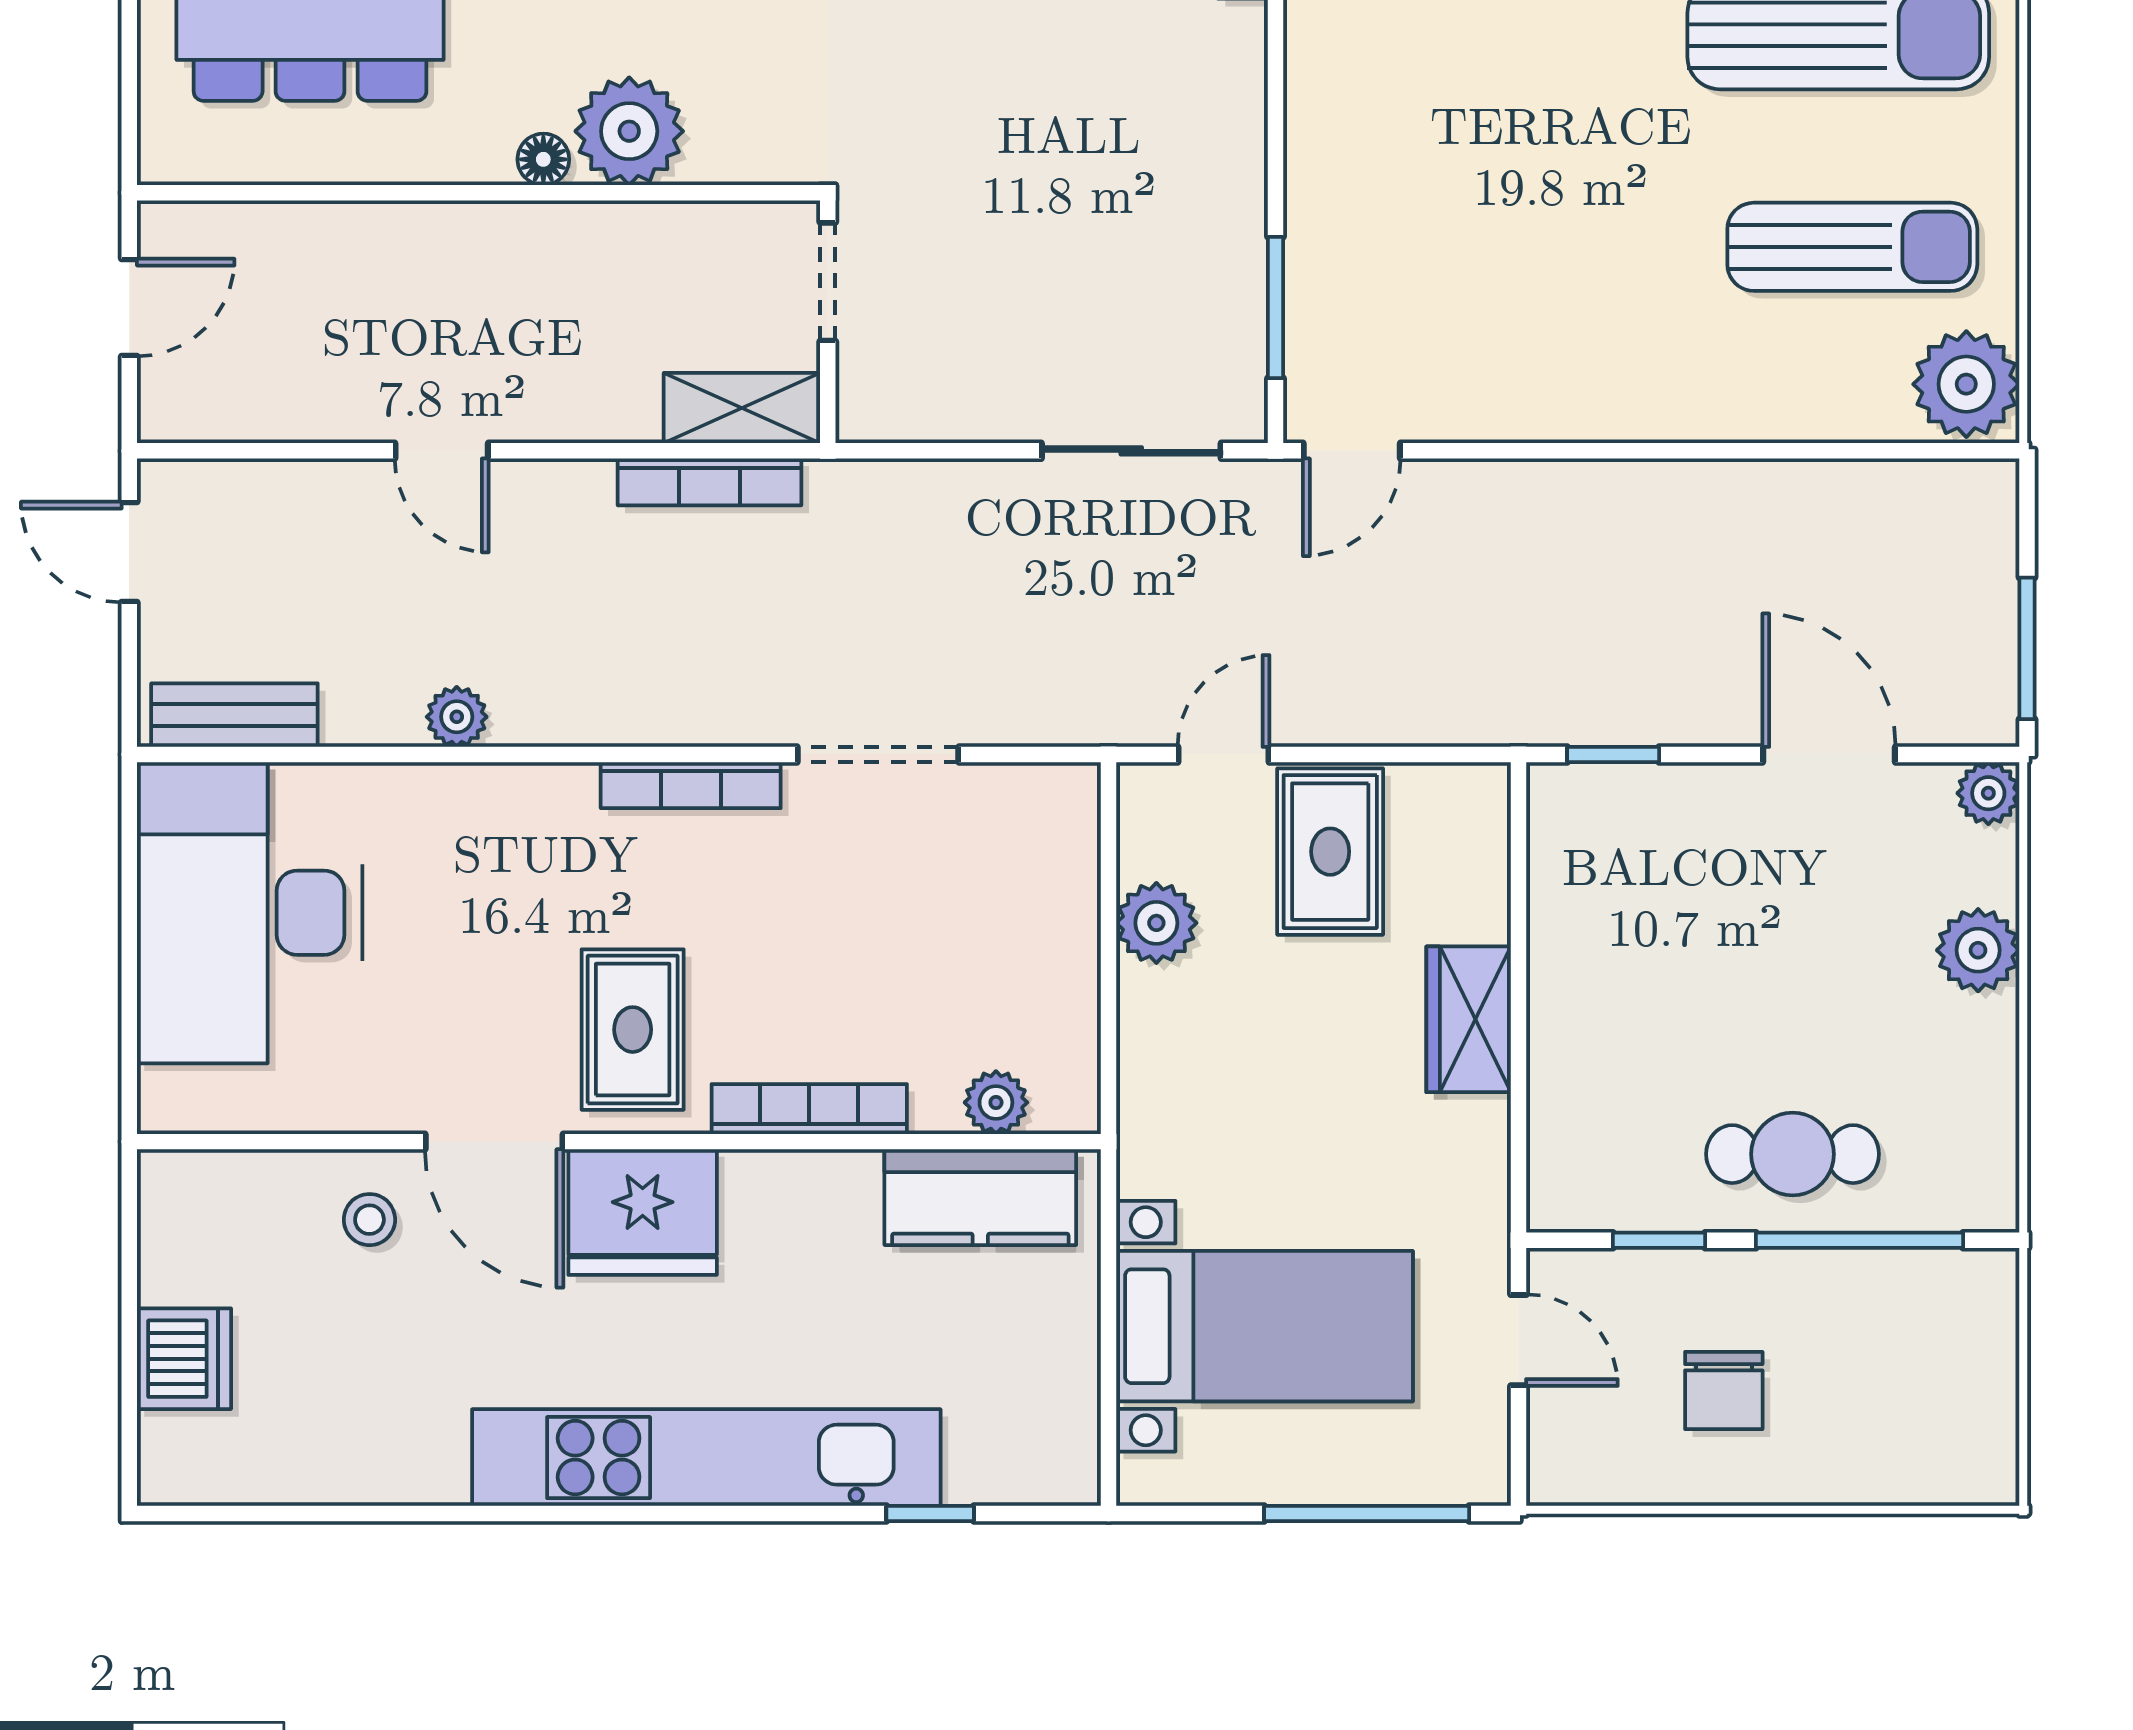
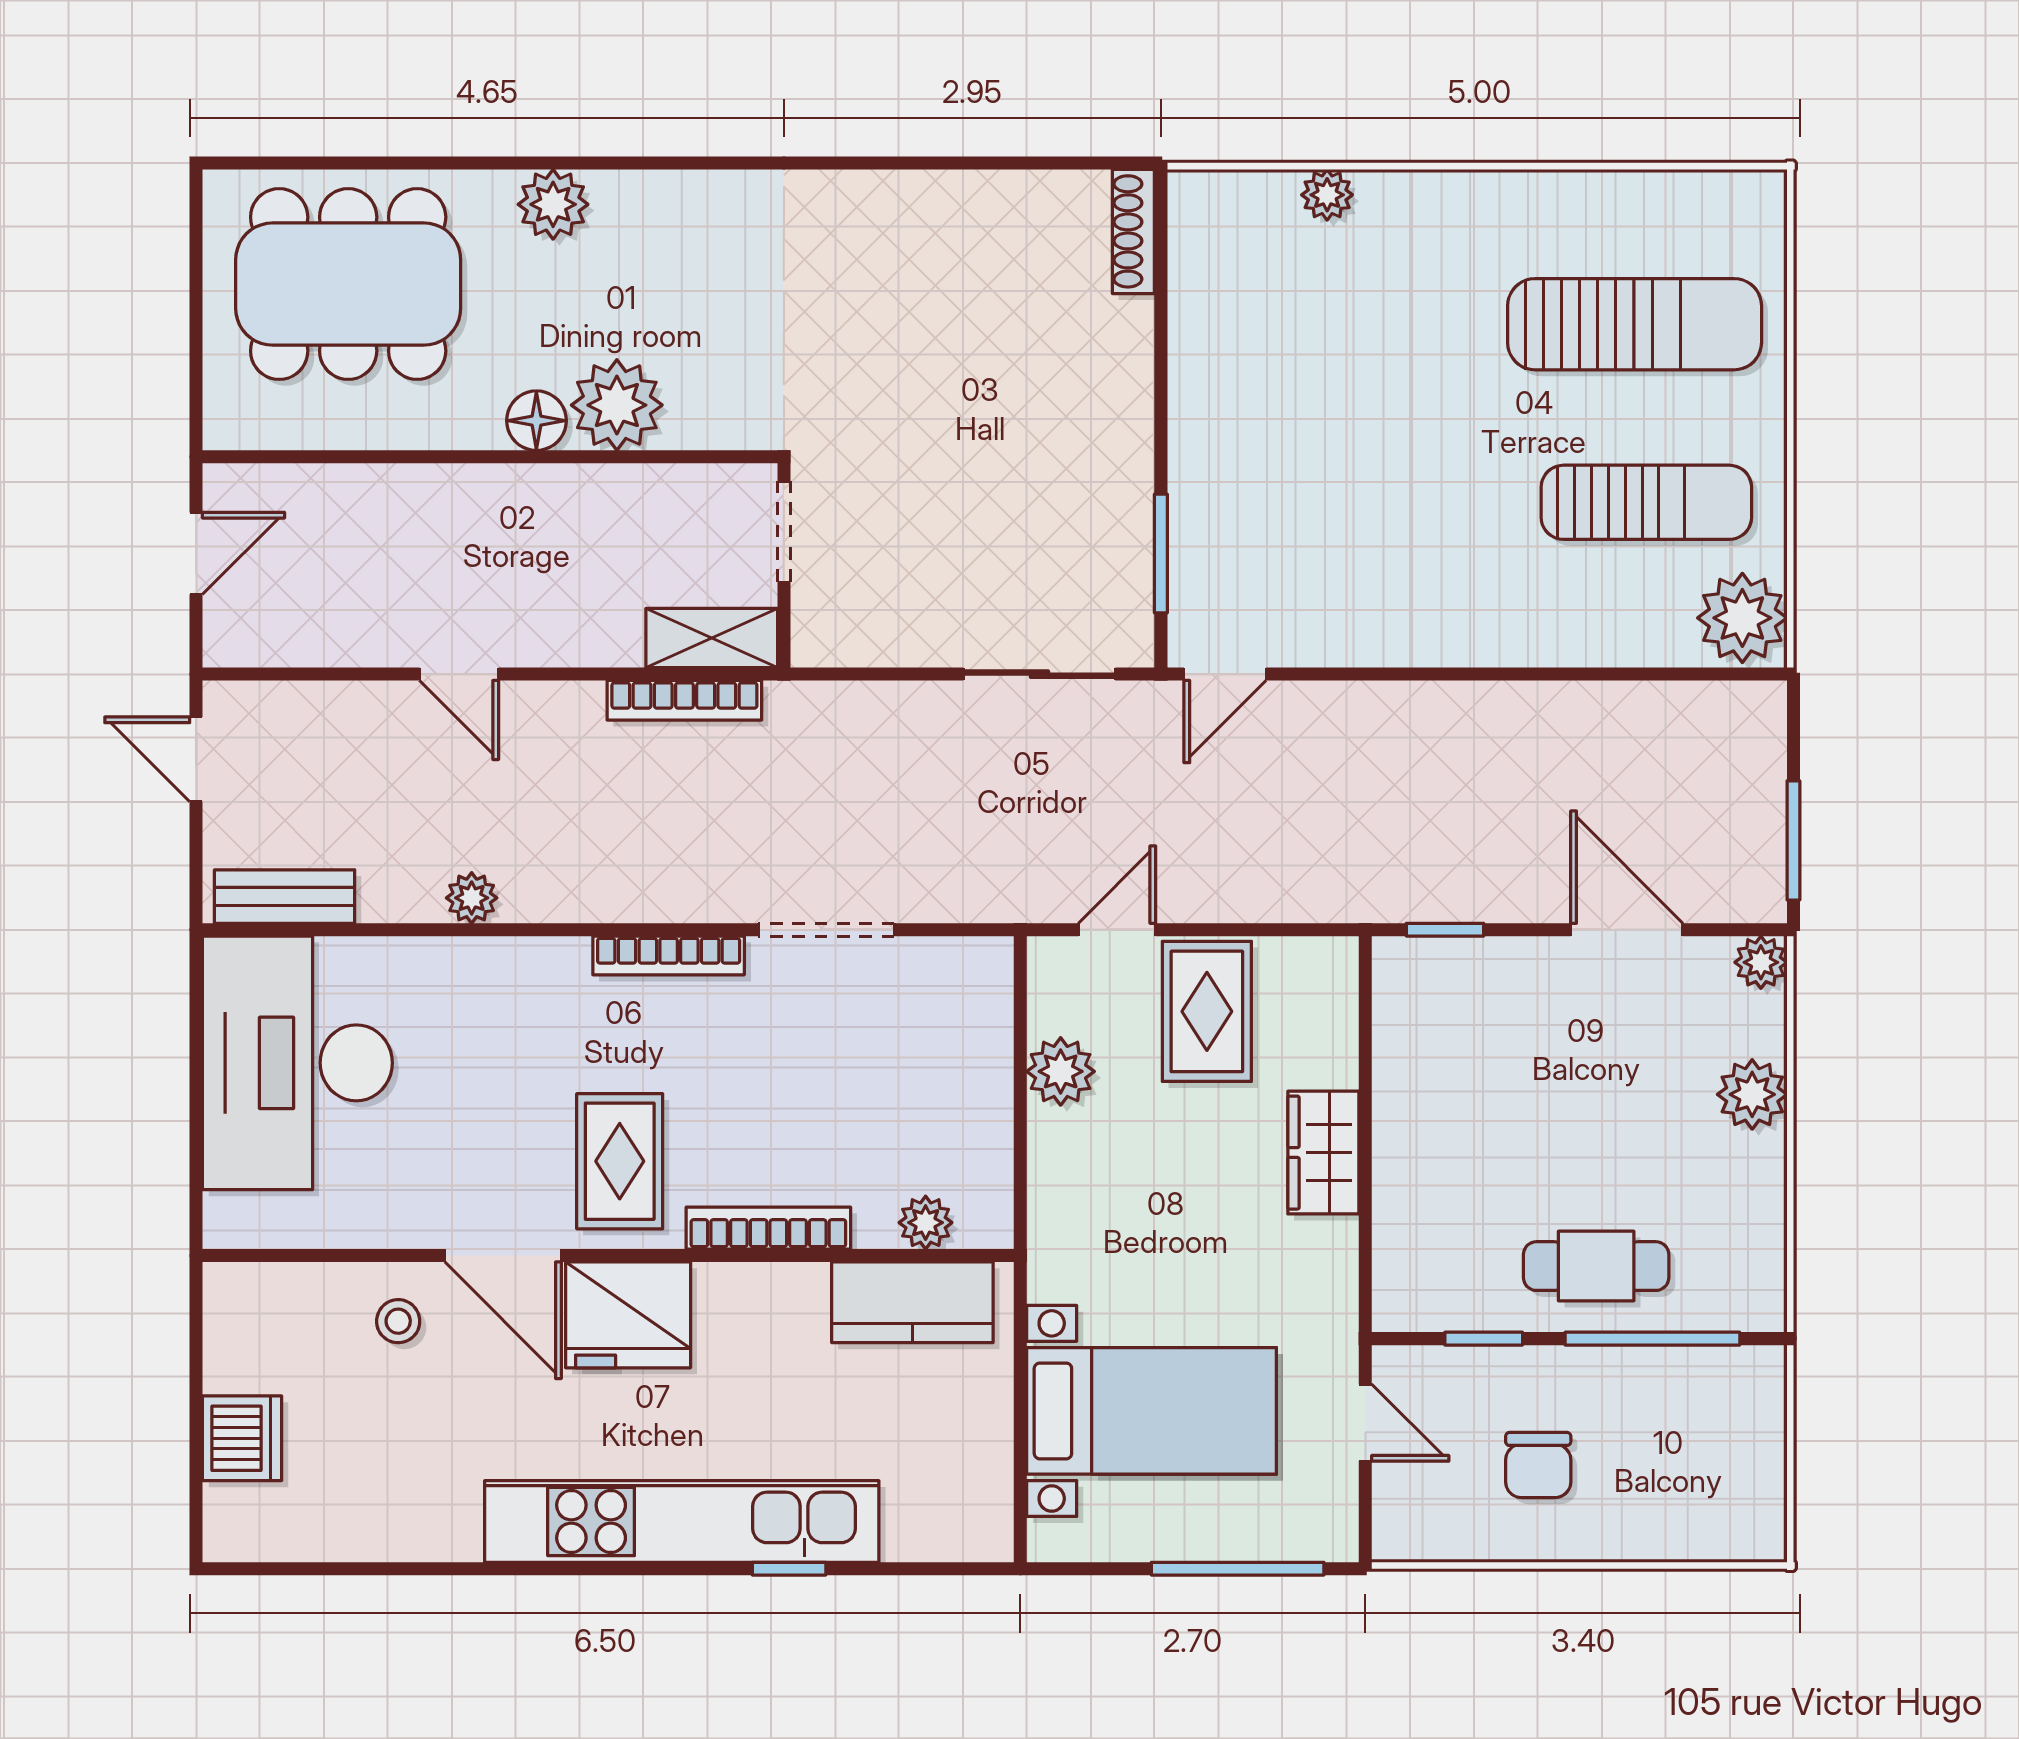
floor lamp: (543, 159) -> (536, 421), width x1.37, depth x1.37
window: (930, 1514) -> (789, 1569), moved

